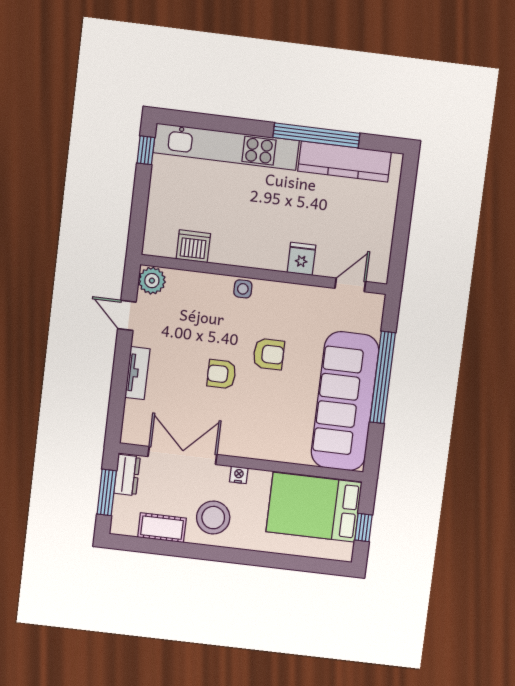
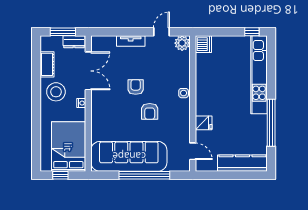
kitchen counter: (344, 162) -> (242, 163), moved, turned 90
dishwasher: (193, 246) -> (203, 44), moved

